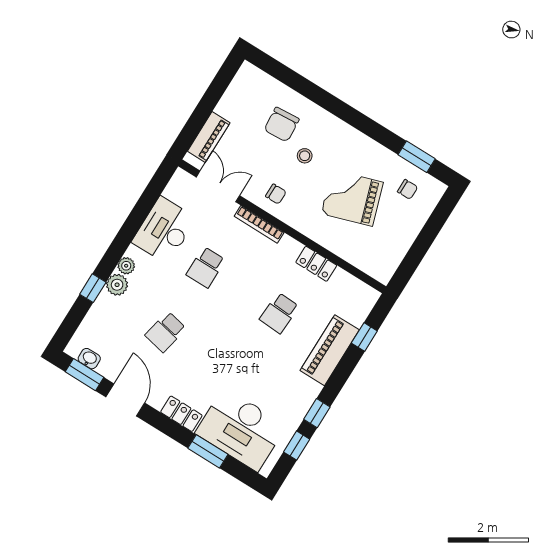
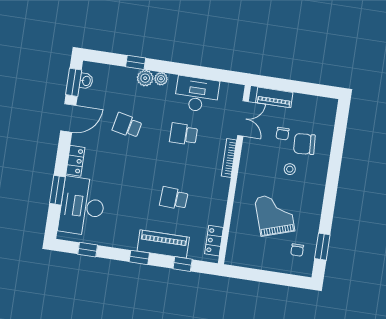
chair: (276, 194) -> (283, 134), moved
locker: (316, 264) -> (214, 241), moved
window: (317, 413) -> (139, 257), moved

